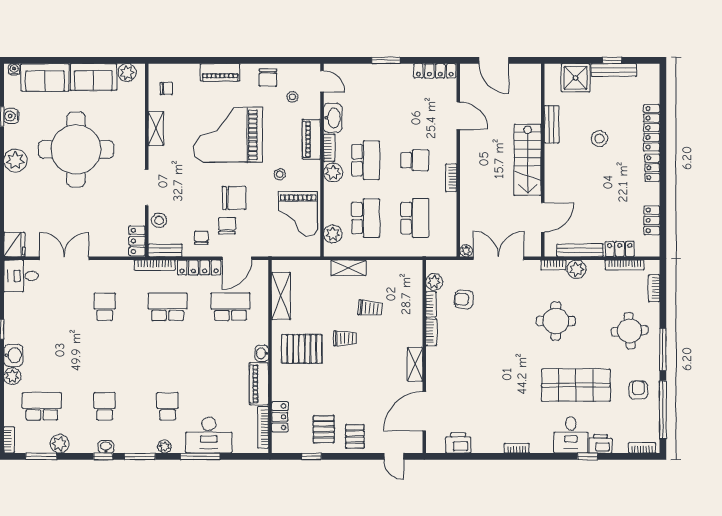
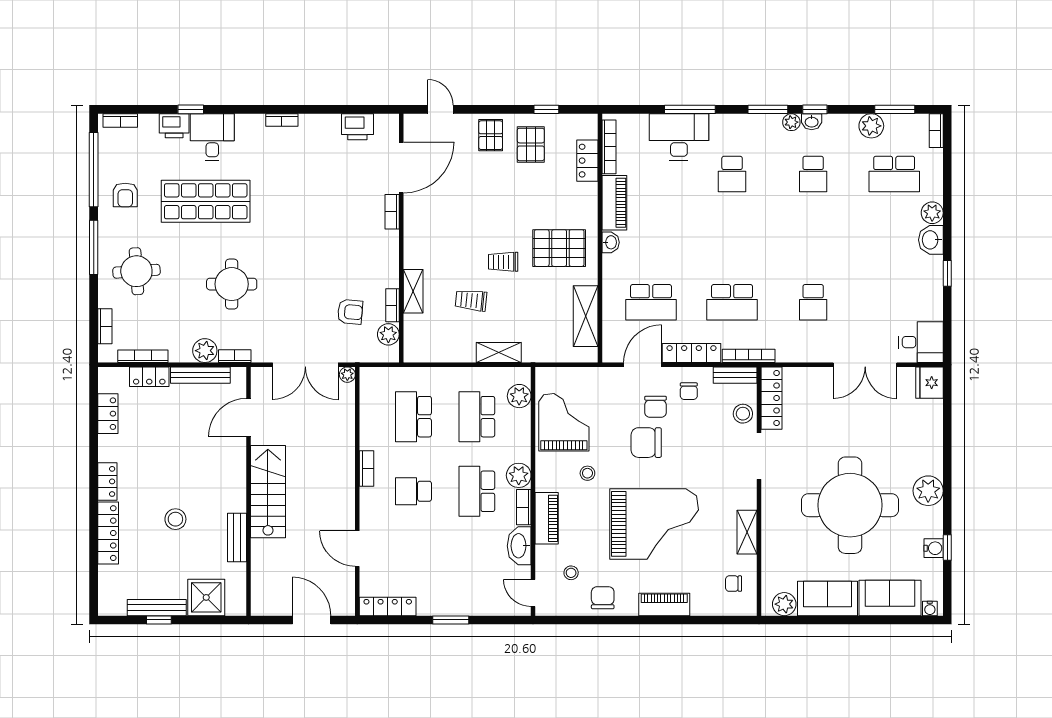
locker: (137, 241) -> (771, 398), width x1.53
bookcase: (431, 332) -> (392, 212), moved
shelving: (415, 364) -> (413, 291), moved
plant: (164, 447) -> (791, 122), moved

